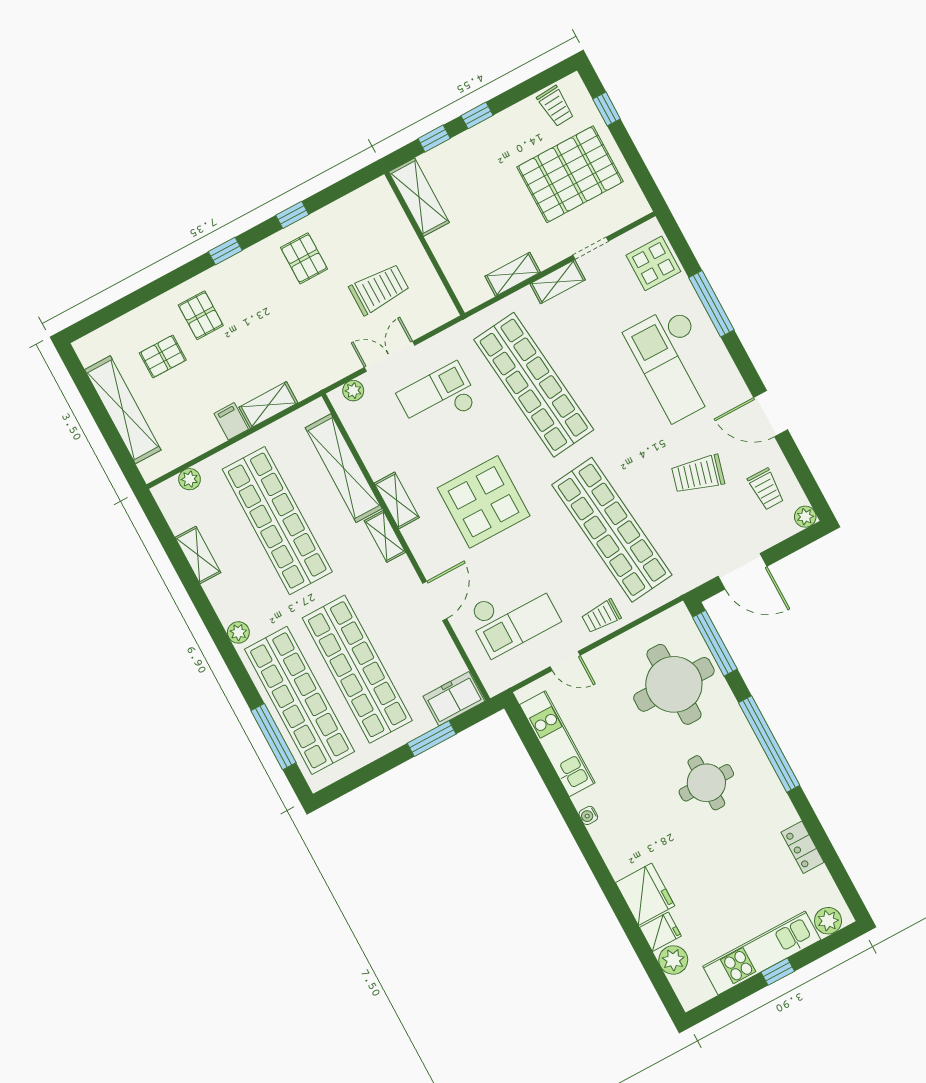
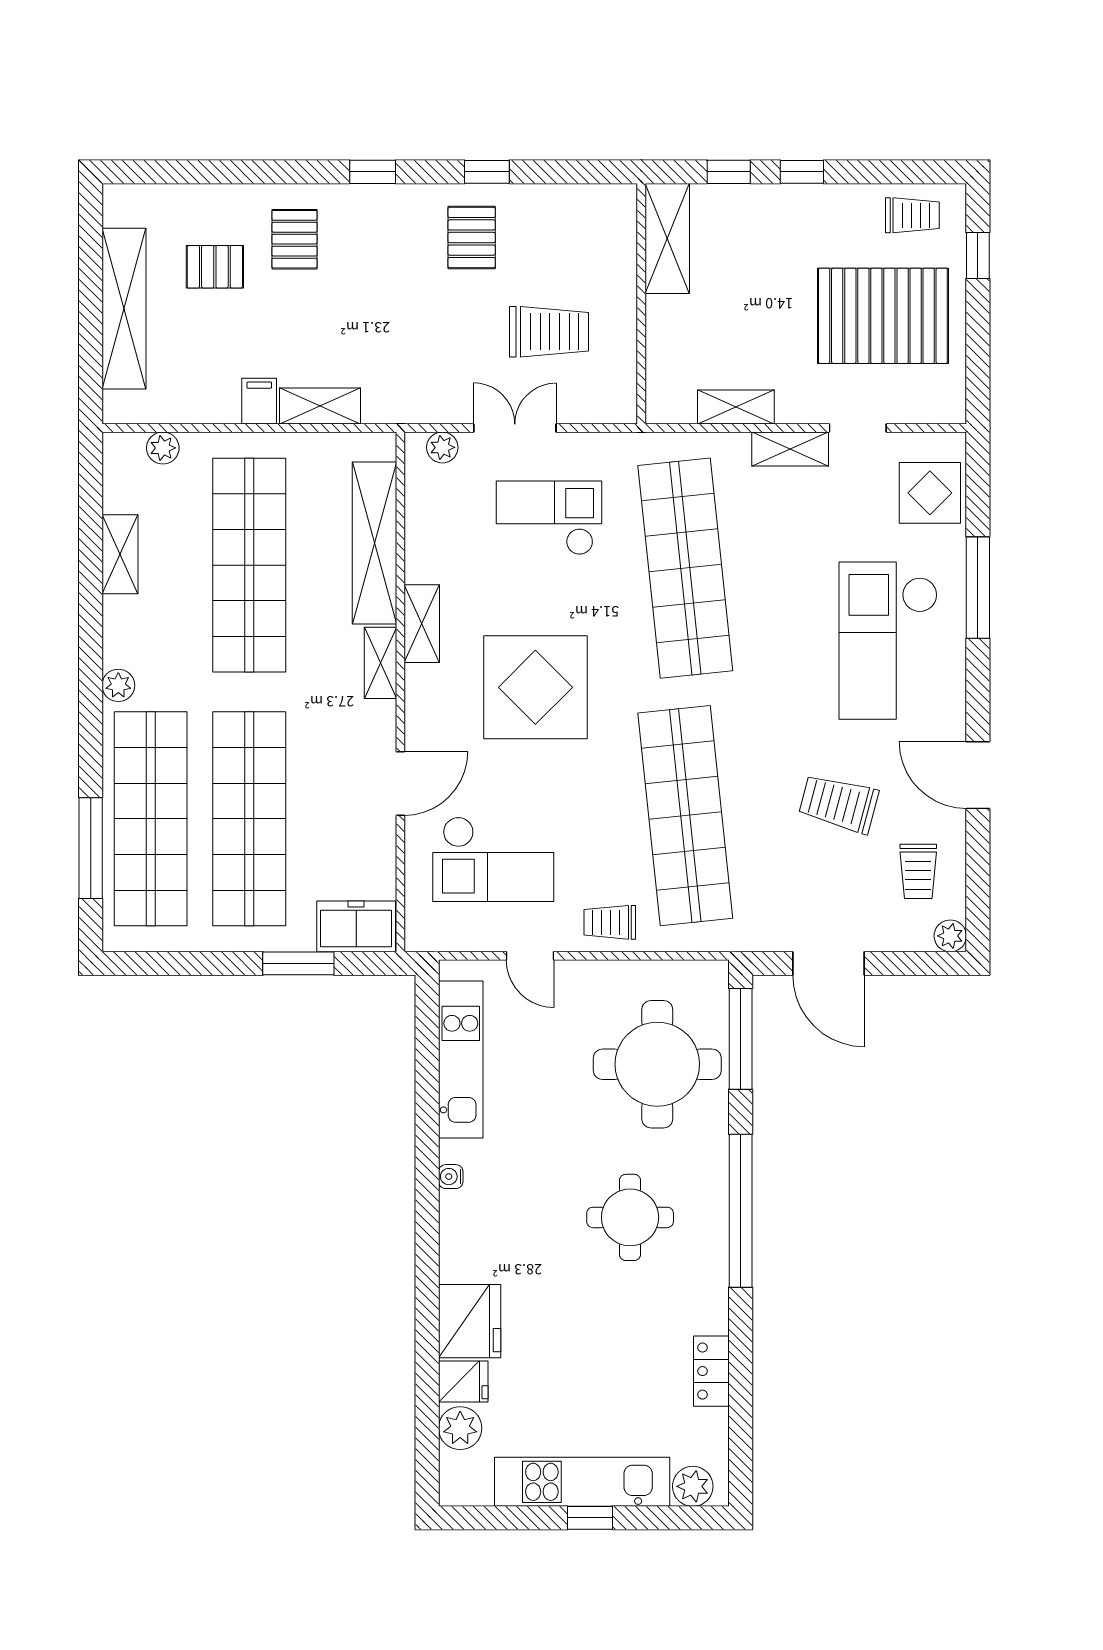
trolley: (556, 106) -> (912, 215), turned -86

